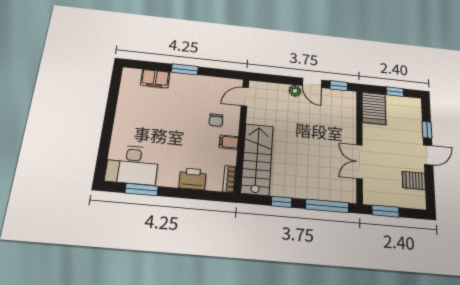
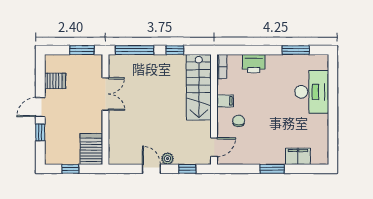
window: (339, 86) -> (187, 169), moved
desk: (132, 165) -> (312, 92), moved, turned 90

